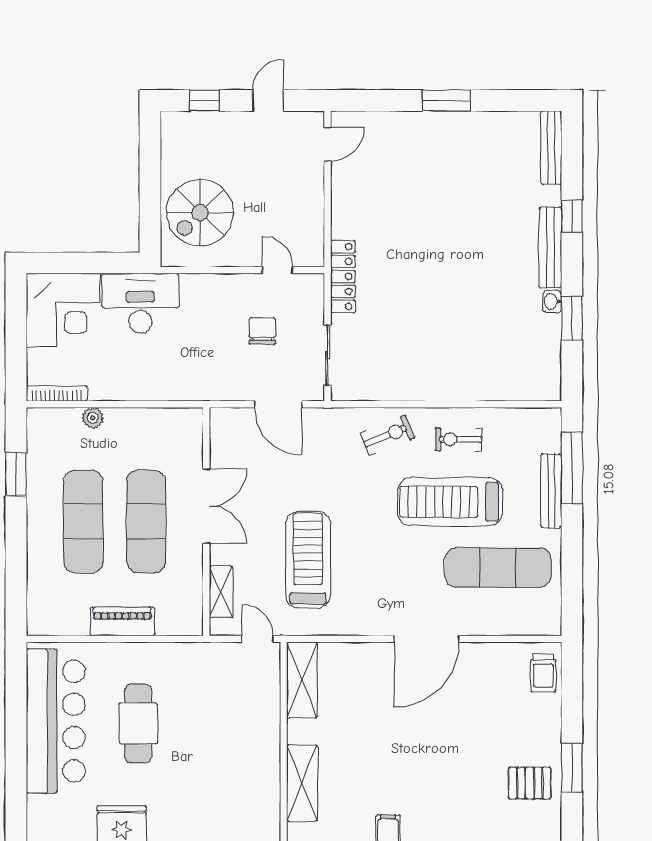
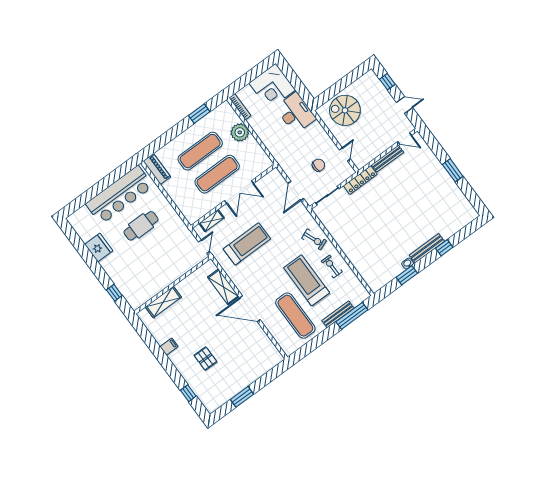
bench: (551, 148) -> (388, 159), moved
plant: (93, 418) -> (240, 132), width x1.87, depth x1.87
piano: (122, 621) -> (157, 169), moved
trolley: (543, 673) -> (269, 361), removed
shelving: (302, 680) -> (223, 287), moved, turned 90
pallet: (530, 783) -> (206, 359), moved

